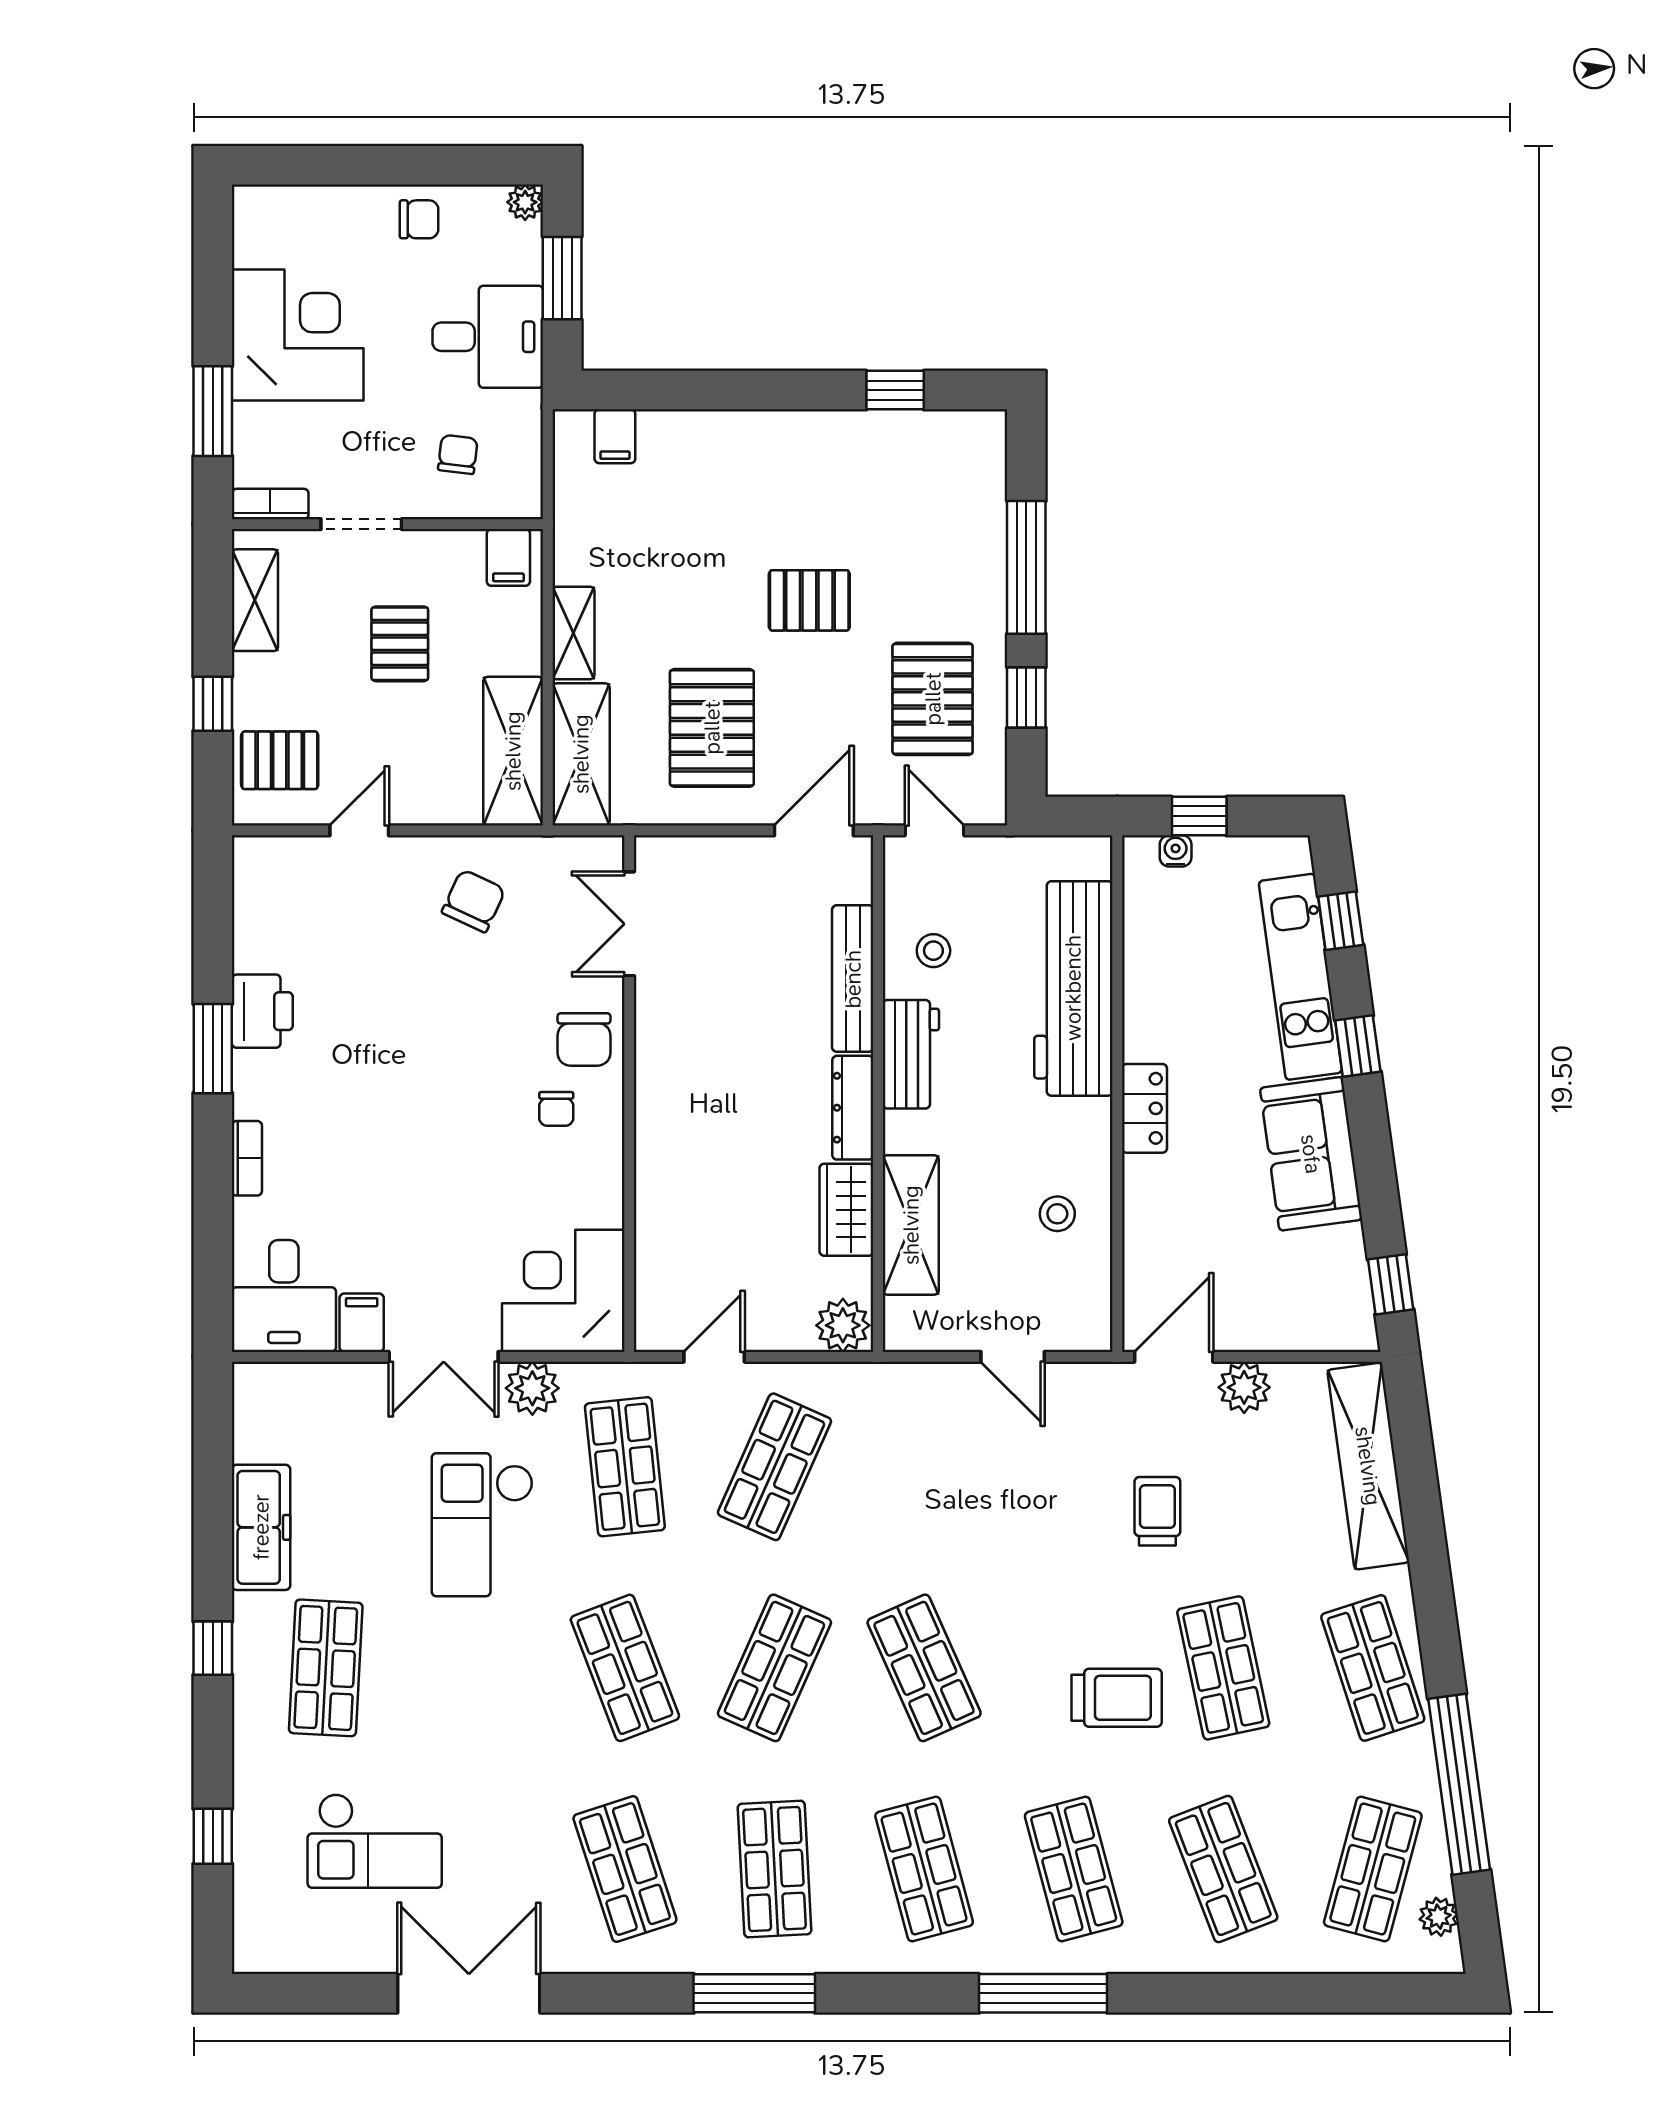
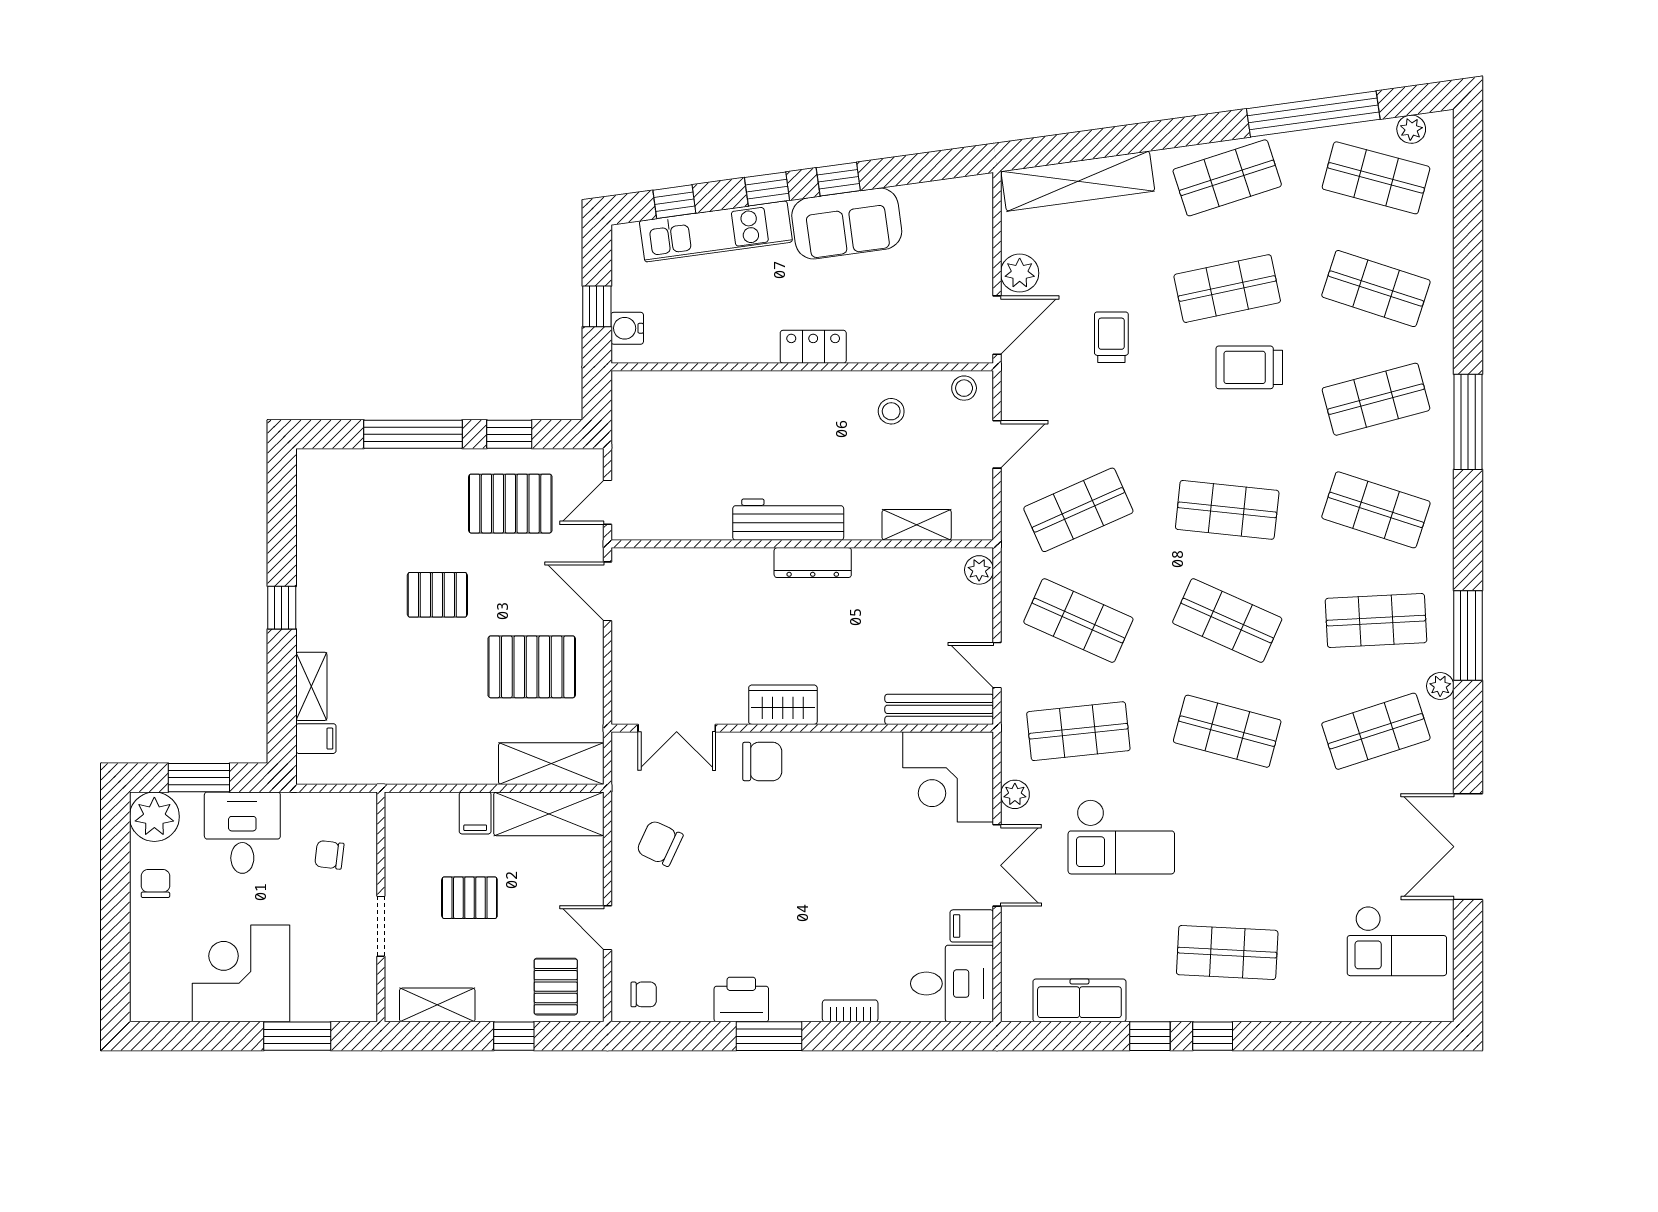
plant: (525, 202) -> (154, 817), width x1.87, depth x1.87
window: (895, 390) -> (282, 608), moved
bookcase: (270, 504) -> (366, 994), removed
filing cabinet: (508, 557) -> (475, 813), moved, turned 90
pallet: (809, 600) -> (437, 595), turned 90
shelving: (573, 633) -> (311, 686), moved, turned 90
water cooler: (1176, 851) -> (627, 328), width x1.38, depth x1.38
stool: (933, 951) -> (964, 388), moved
bench: (853, 979) -> (939, 709), moved
workbench: (1073, 988) -> (724, 399), removed
workbench: (911, 1054) -> (788, 520), width x1.38
chair: (556, 1109) -> (644, 994), moved
wardrobe: (846, 1210) -> (783, 705), moved, turned 180
shelving: (911, 1225) -> (917, 525), width x0.67, depth x0.75
window: (1391, 1284) -> (838, 179), moved
plant: (843, 1325) -> (979, 570), width x0.73, depth x0.73
door: (1174, 1357) -> (997, 325), swing flipped
plant: (532, 1388) -> (1015, 794), width x0.73, depth x0.73
shop shelf: (924, 1467) -> (1078, 510), added
trolley: (1157, 1511) -> (1111, 337), turned 90
freezer: (261, 1527) -> (1079, 1000), moved
shop shelf: (625, 1668) -> (1227, 731), turned 36
shop shelf: (924, 1668) -> (1227, 510), turned 30
trolley: (1117, 1698) -> (1249, 367), turned -90
window: (213, 1836) -> (1150, 1036), moved
checkout: (375, 1841) -> (1397, 941), moved, turned 90
shop shelf: (924, 1869) -> (1376, 510), turned 33
shop shelf: (1223, 1869) -> (1376, 289), turned 39
plant: (686, 1956) -> (1440, 686), added

